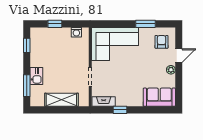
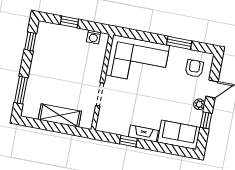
kitchen sink: (36, 76) -> (35, 81), removed
window: (179, 82) -> (206, 120), added
fireplace: (104, 102) -> (143, 134), moved

